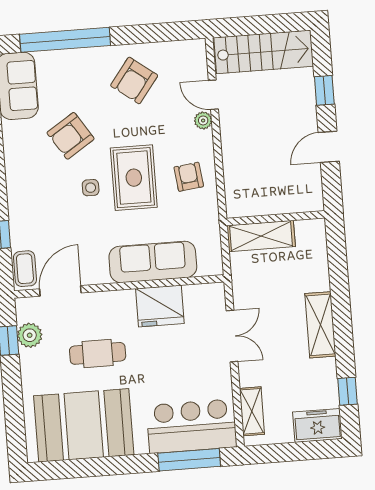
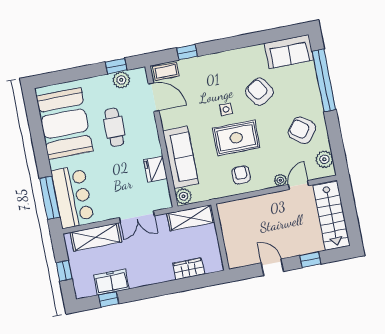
plant: (180, 53) -> (324, 159), added
armchair: (189, 177) -> (241, 175), turned -83
shelving: (261, 236) -> (191, 218), moved, turned 90
plant: (210, 264) -> (184, 196), added
wardrobe: (317, 269) -> (189, 269), added
fridge: (160, 306) -> (155, 169), width x0.73, depth x0.75
shelving: (320, 325) -> (151, 276), removed
shelving: (252, 411) -> (96, 237), width x1.50, depth x1.33
freezer: (317, 425) -> (111, 282), moved, turned -90
window: (298, 451) -> (64, 271), added

